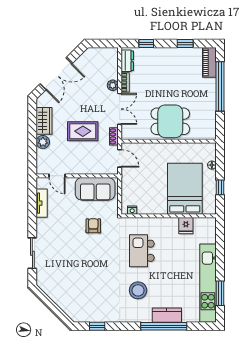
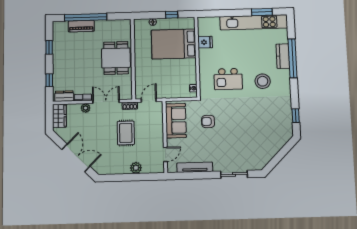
piano: (209, 62) -> (81, 26), moved
wardrobe: (44, 121) -> (59, 116), moved, turned 90
tv unit: (42, 203) -> (195, 167), width x1.41

